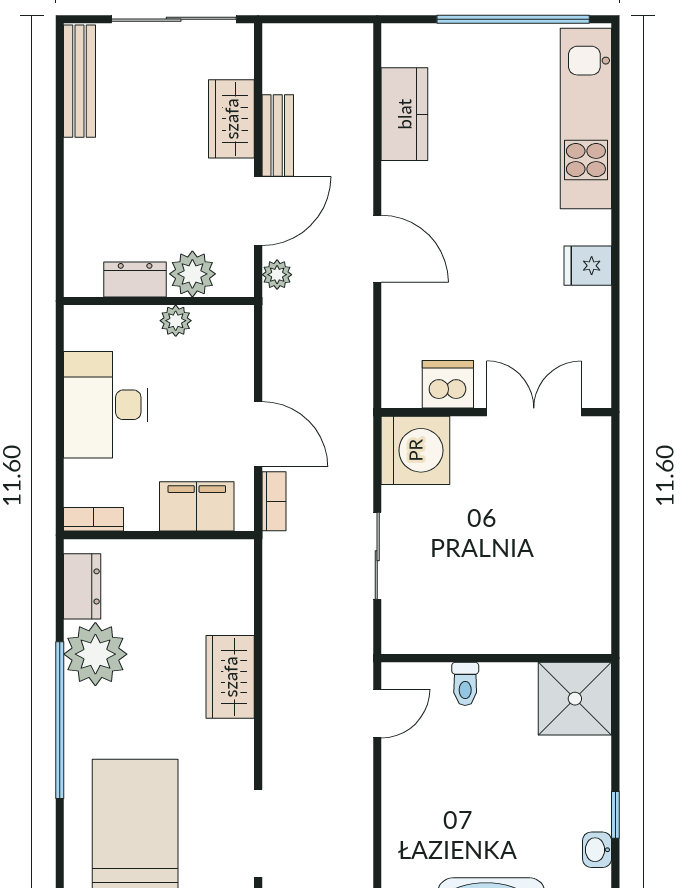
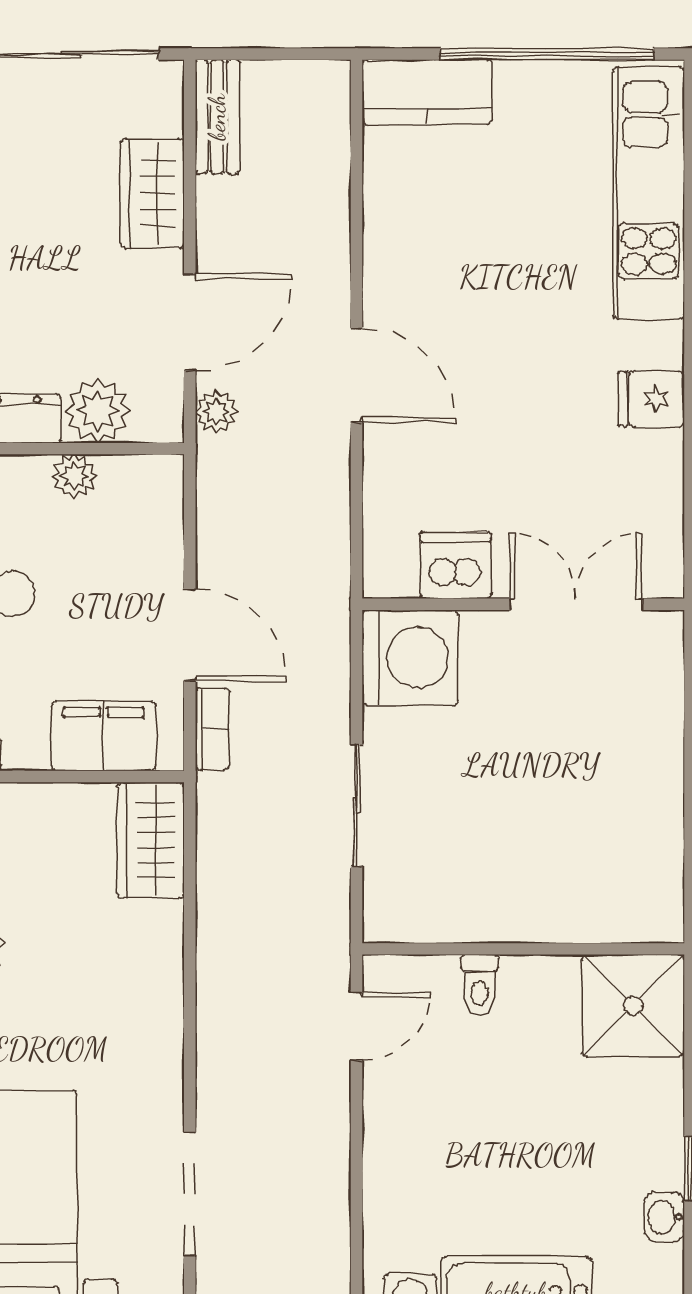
kitchen counter: (404, 114) -> (427, 92), moved, turned 90
bench: (278, 136) -> (217, 117), moved
wardrobe: (230, 677) -> (151, 840), moved

